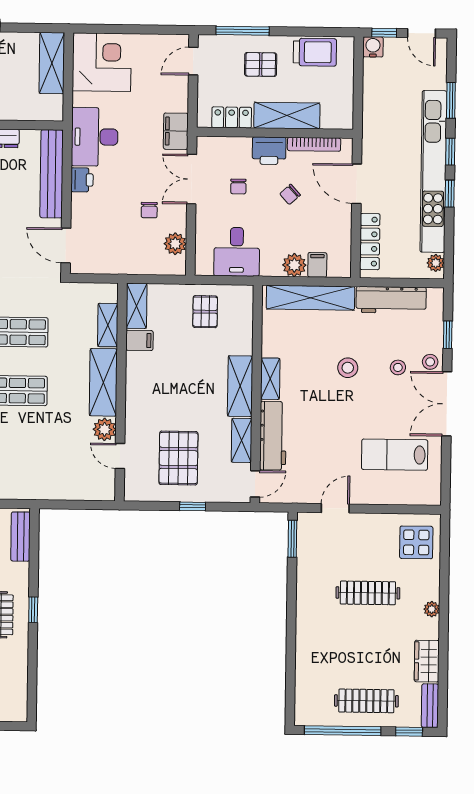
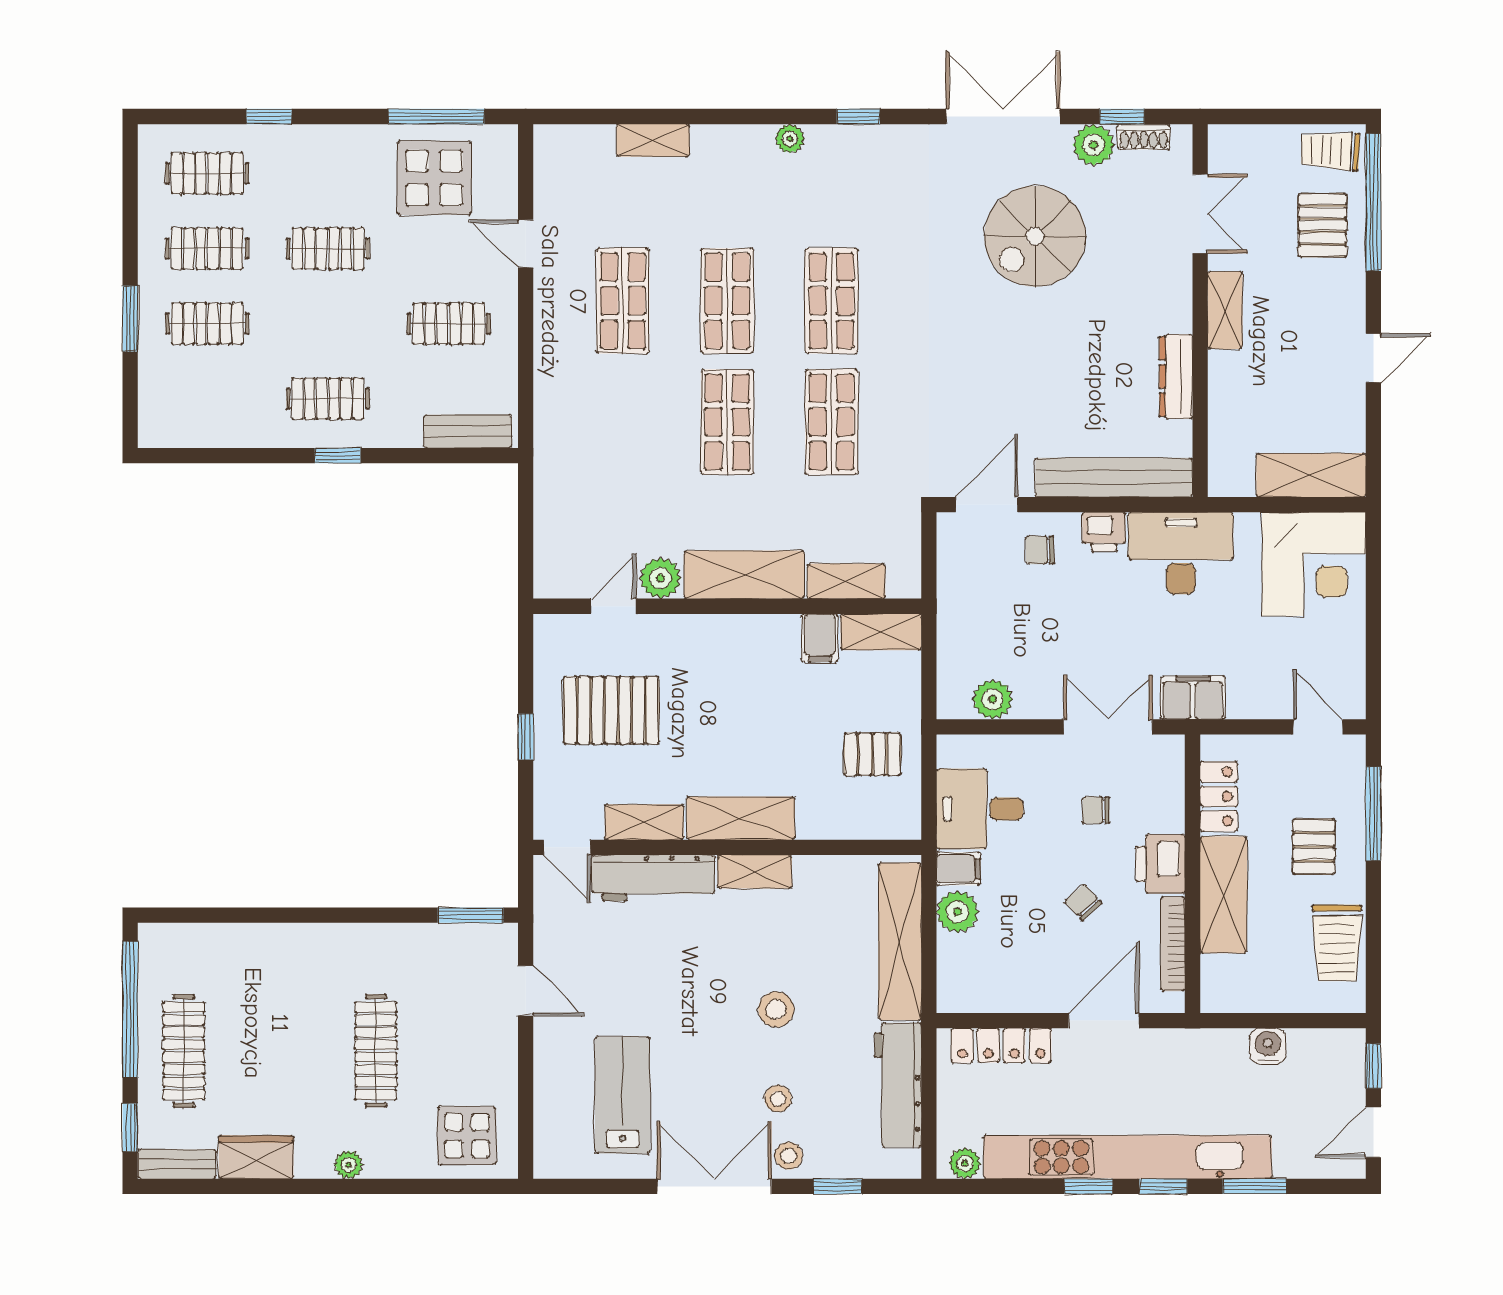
water cooler: (373, 47) -> (1268, 1046), moved, turned -90
chair: (149, 210) -> (1040, 550), moved
filing cabinet: (317, 265) -> (958, 869), moved

